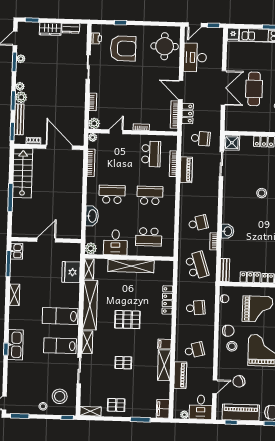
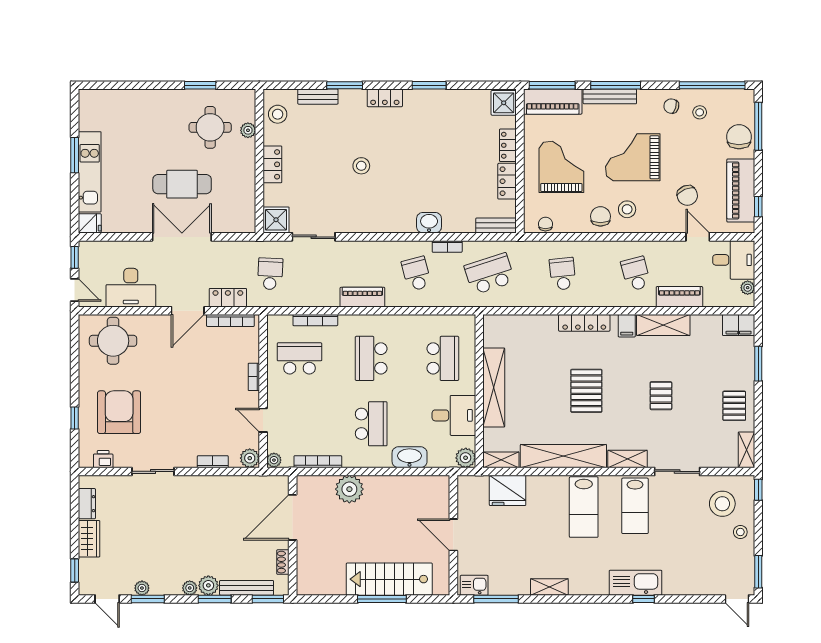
piano: (186, 170) -> (362, 297), moved
stairs: (23, 173) -> (389, 579), moved
plant: (75, 181) -> (349, 489), added
school desk: (112, 194) -> (371, 424), turned 180
locker: (167, 300) -> (584, 323), moved

